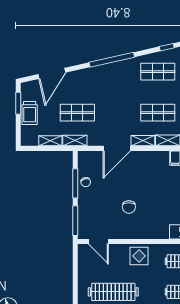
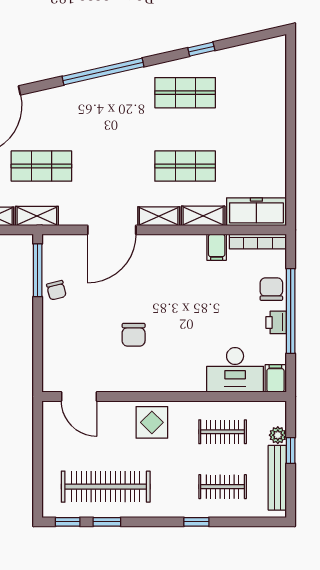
window: (75, 183) -> (38, 270), moved
window: (75, 221) -> (38, 359), removed

